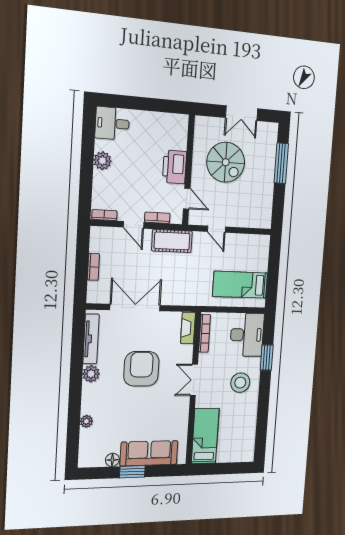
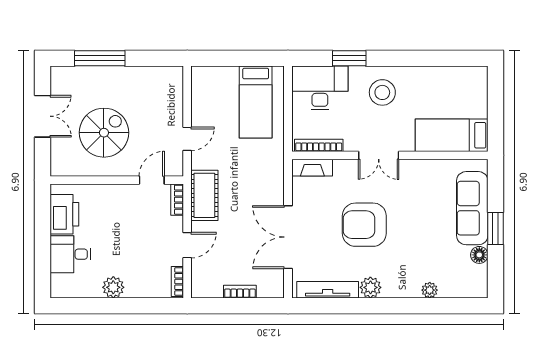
desk: (112, 123) -> (70, 254), moved, turned 90
printer: (175, 167) -> (64, 214), moved, turned -90
bookcase: (157, 218) -> (177, 200), moved

